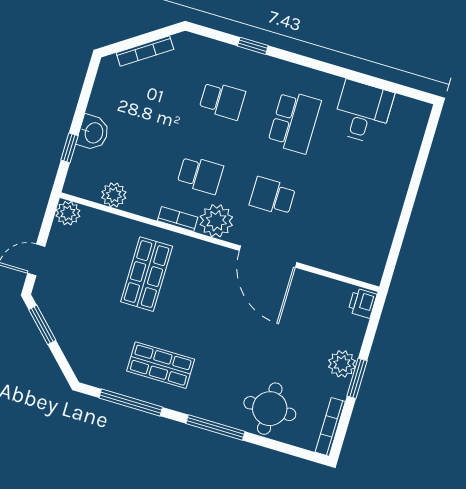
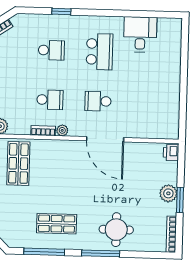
plant: (216, 221) -> (62, 130), width x0.53, depth x0.53
shop shelf: (147, 274) -> (18, 163), moved
round table: (270, 409) -> (116, 230), moved

